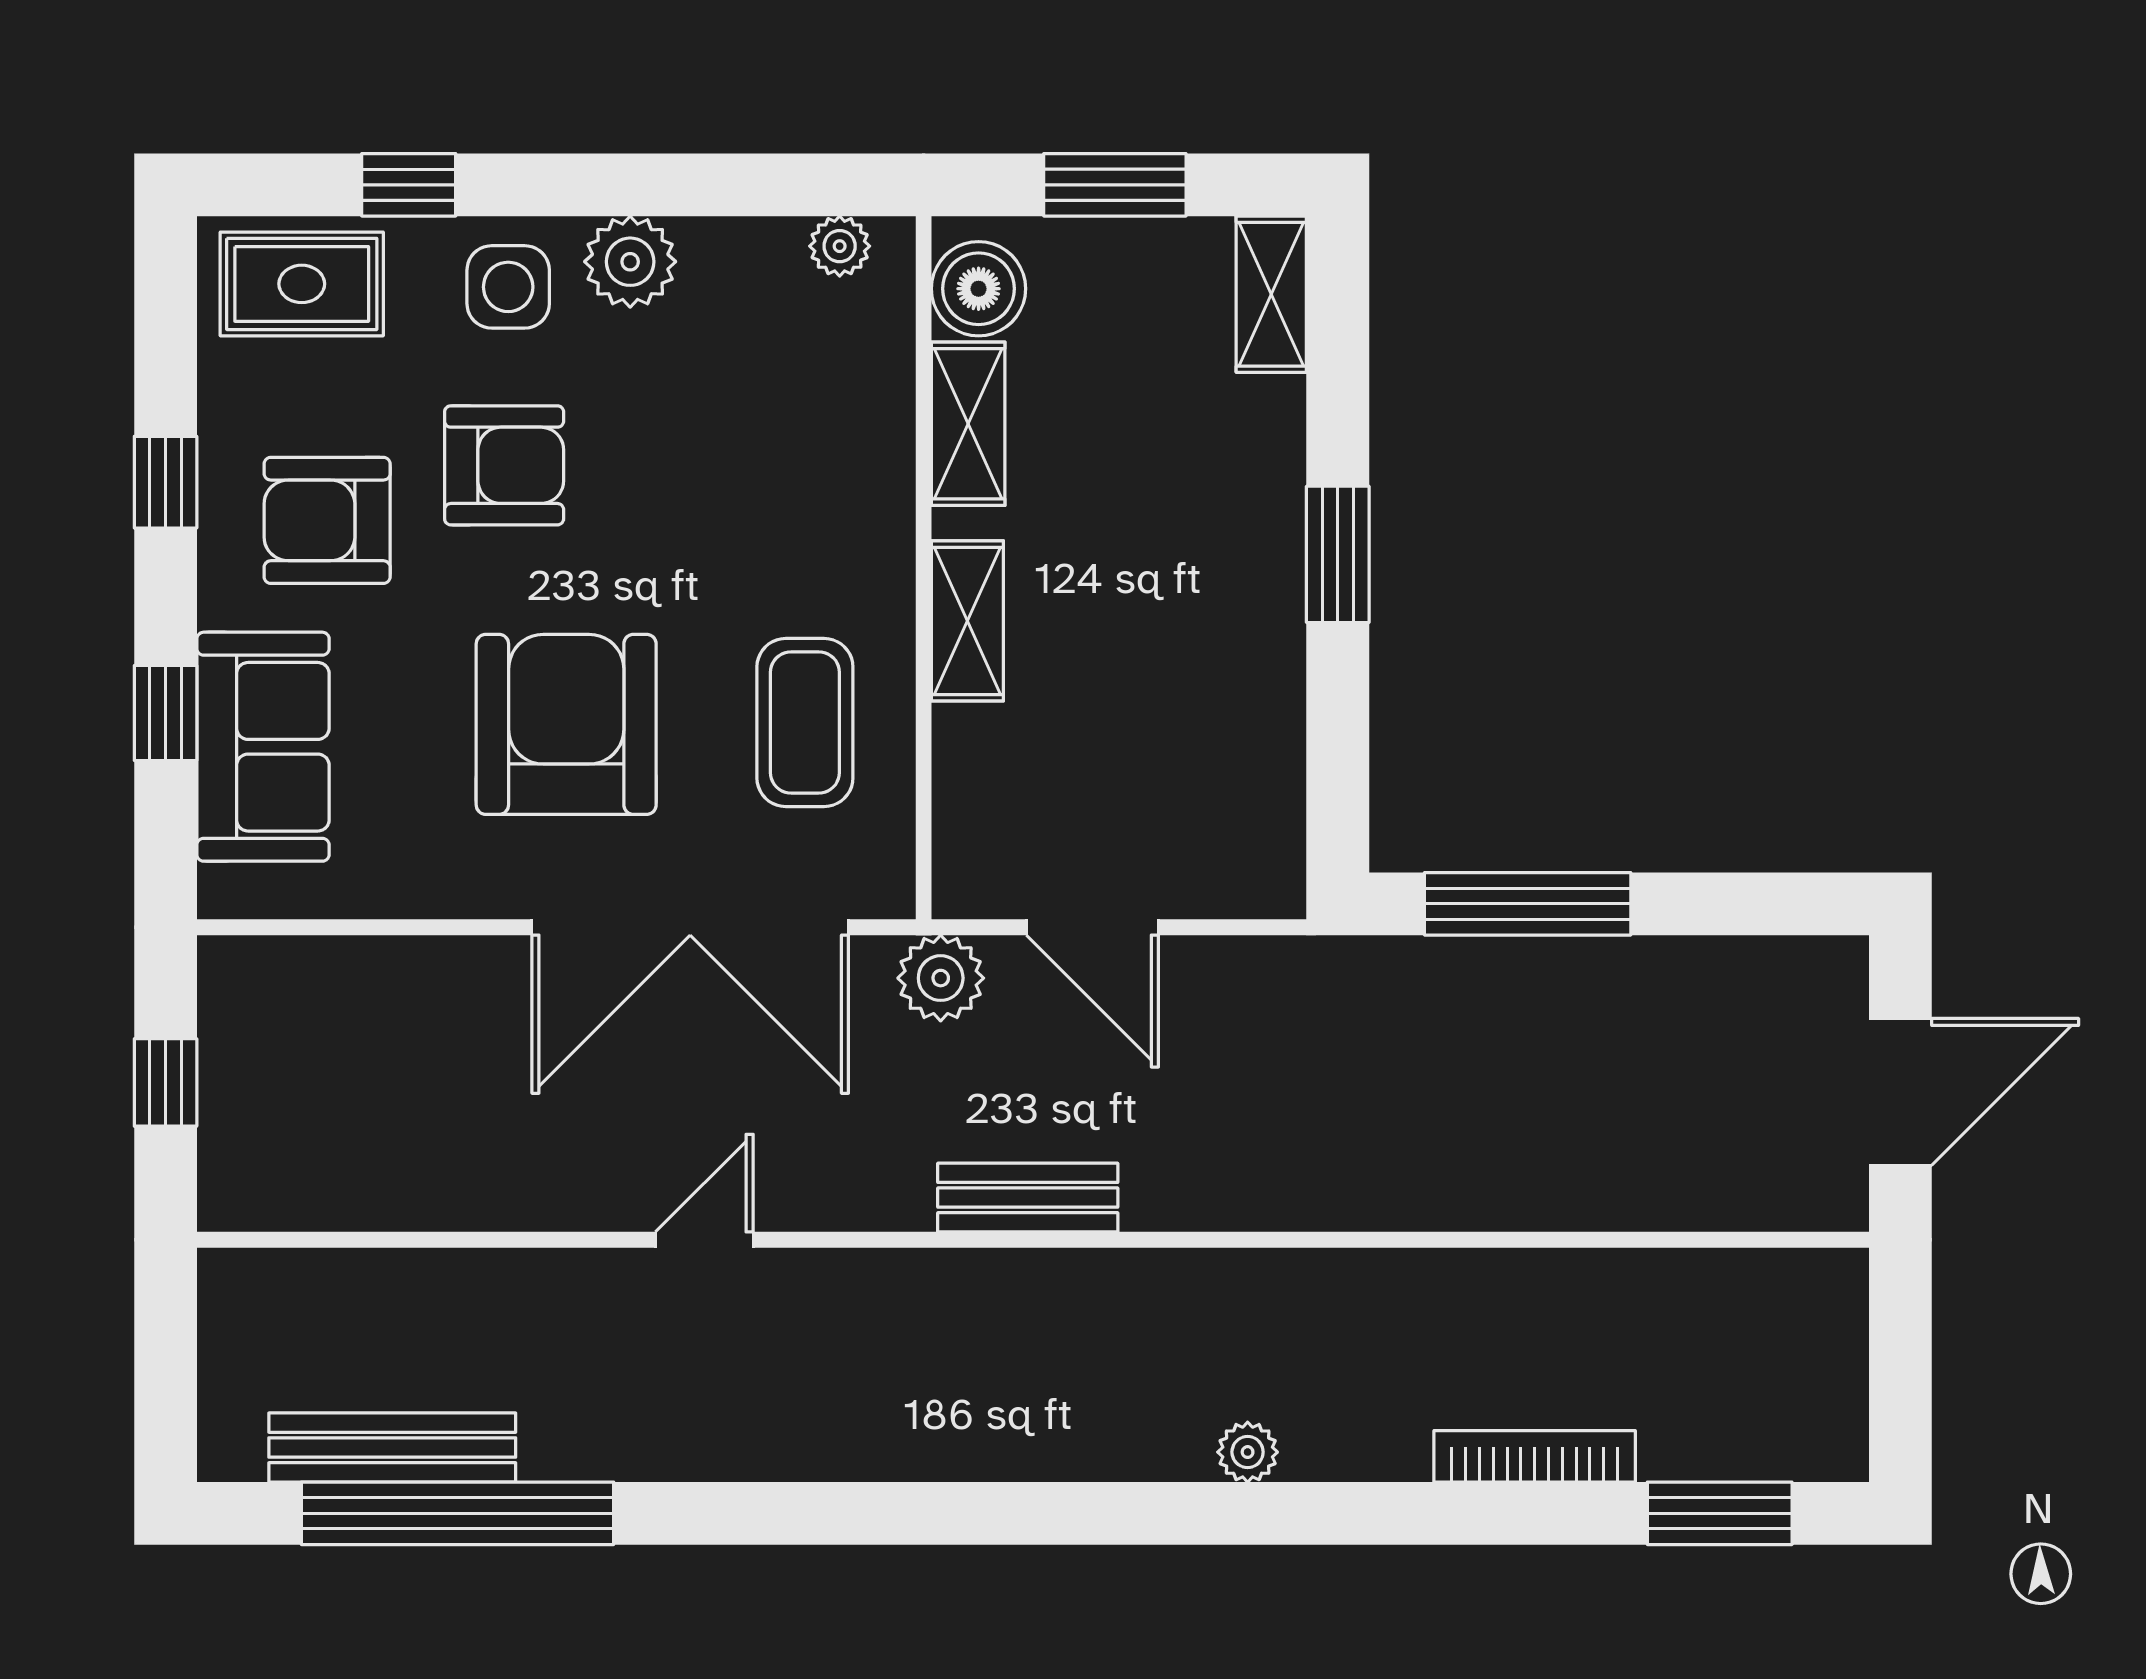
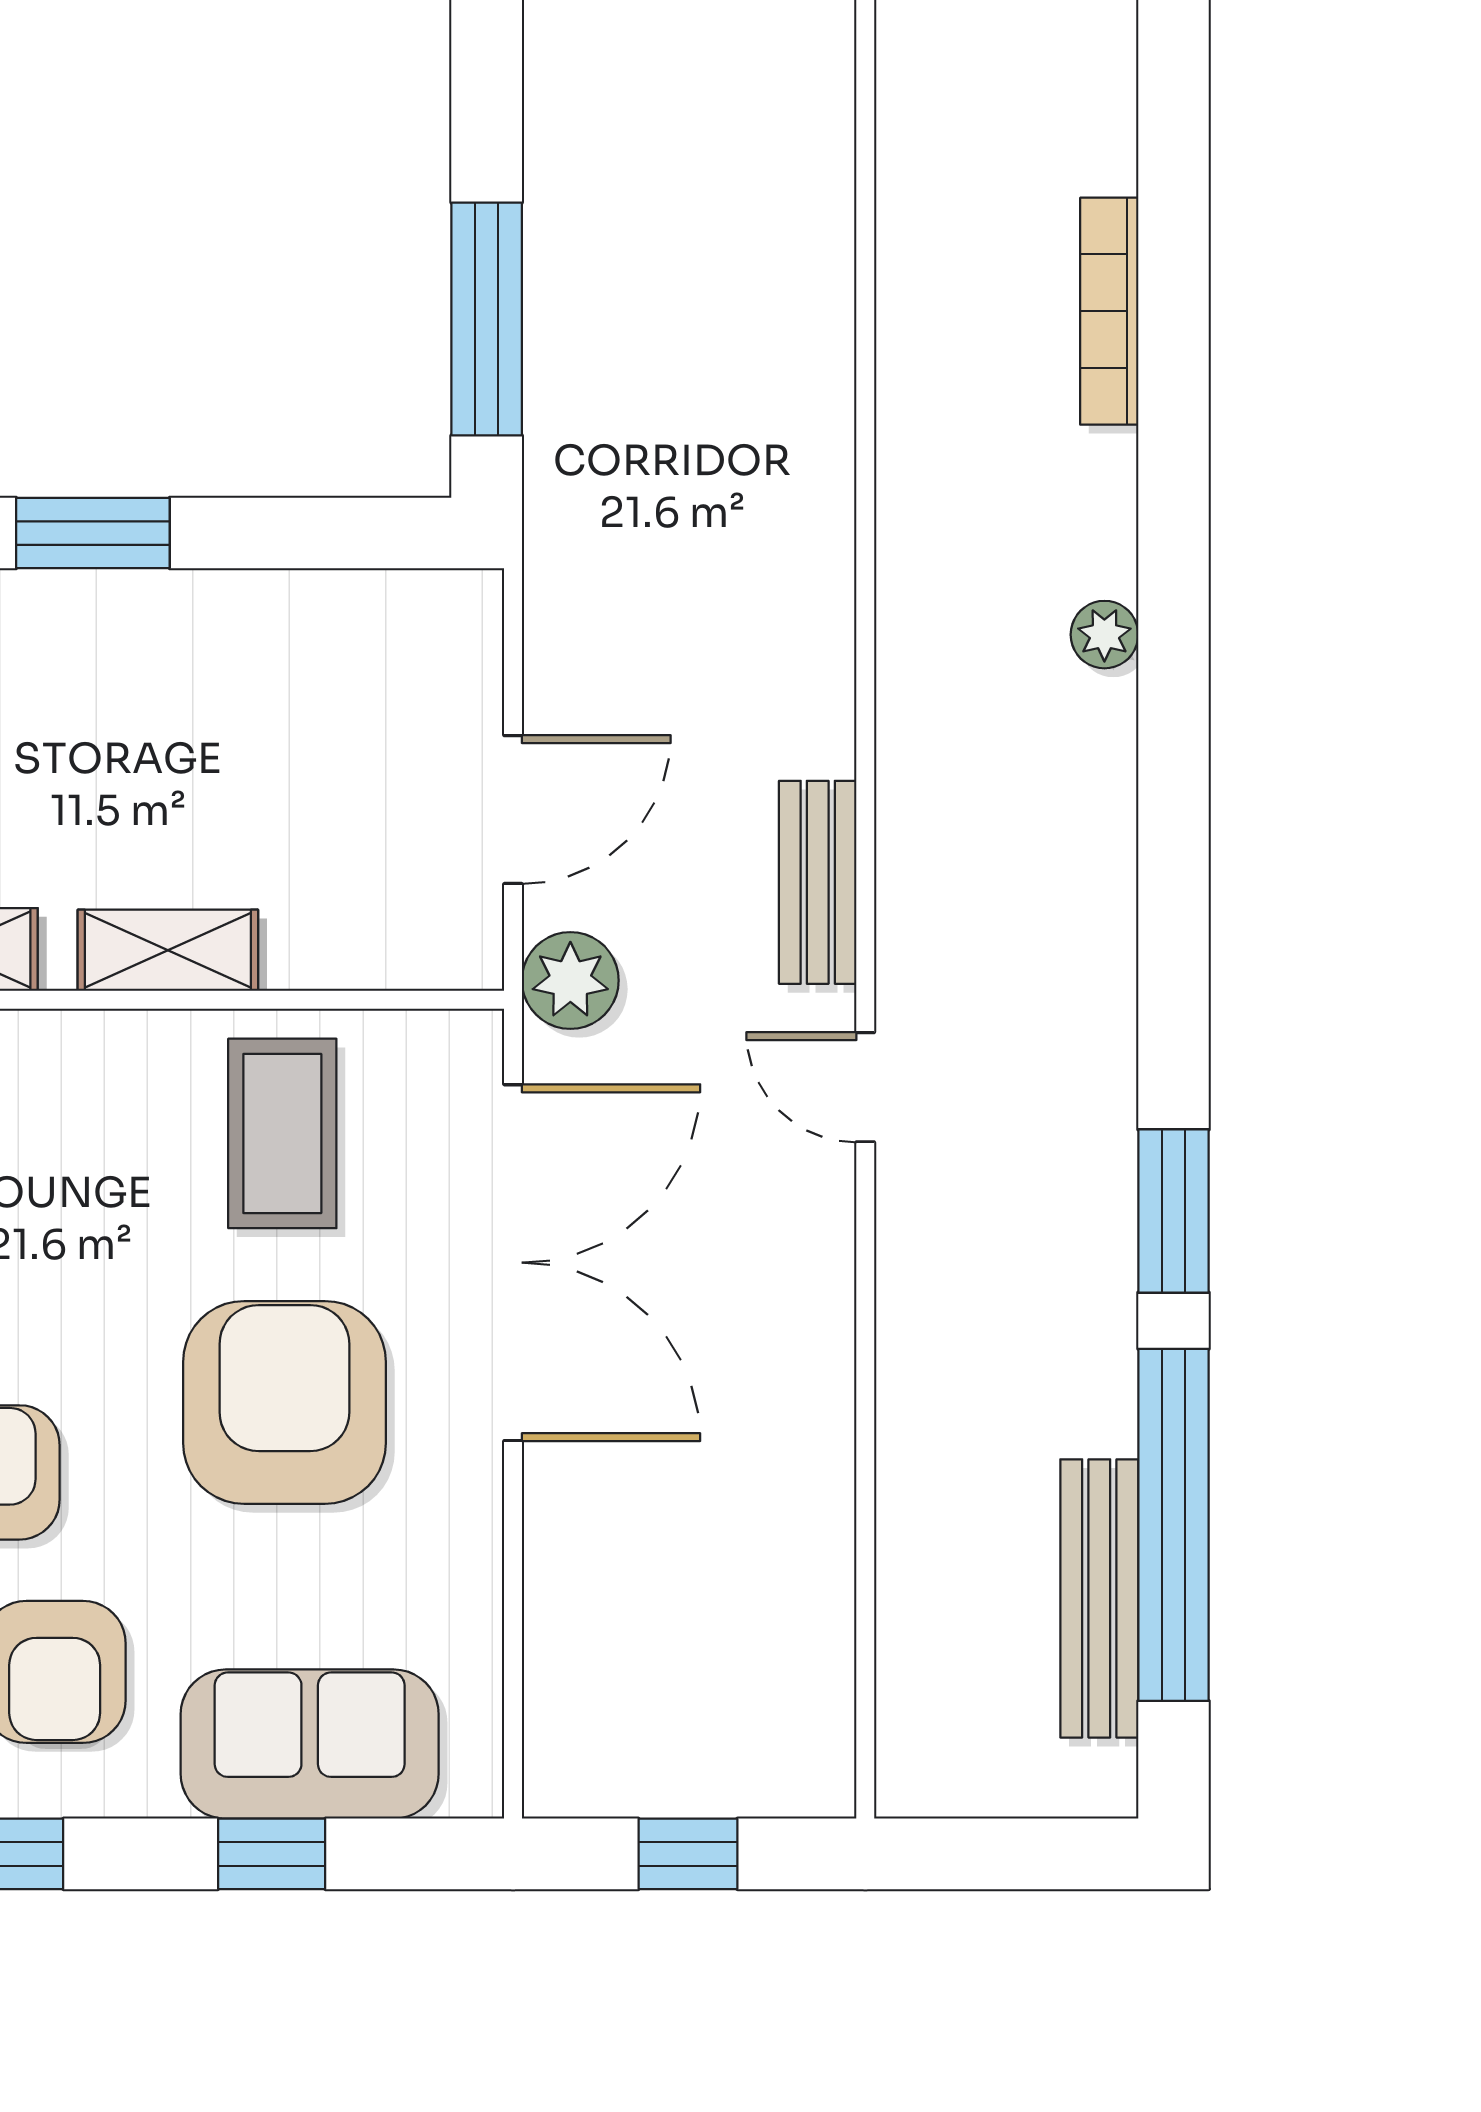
coffee table: (805, 722) -> (282, 1133), turned 90
armchair: (566, 724) -> (284, 1402), turned 90
door: (704, 1240) -> (865, 1087), moved
window: (1720, 1513) -> (1173, 1211), moved

